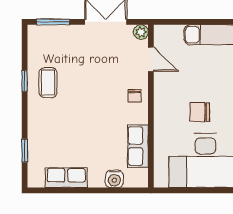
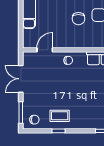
plant: (141, 32) -> (27, 56), removed
chair: (42, 43) -> (34, 120), added

